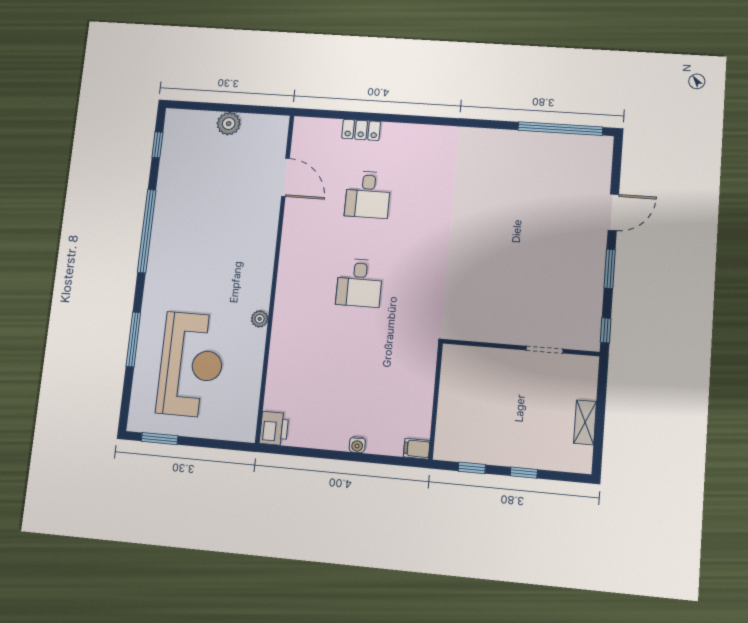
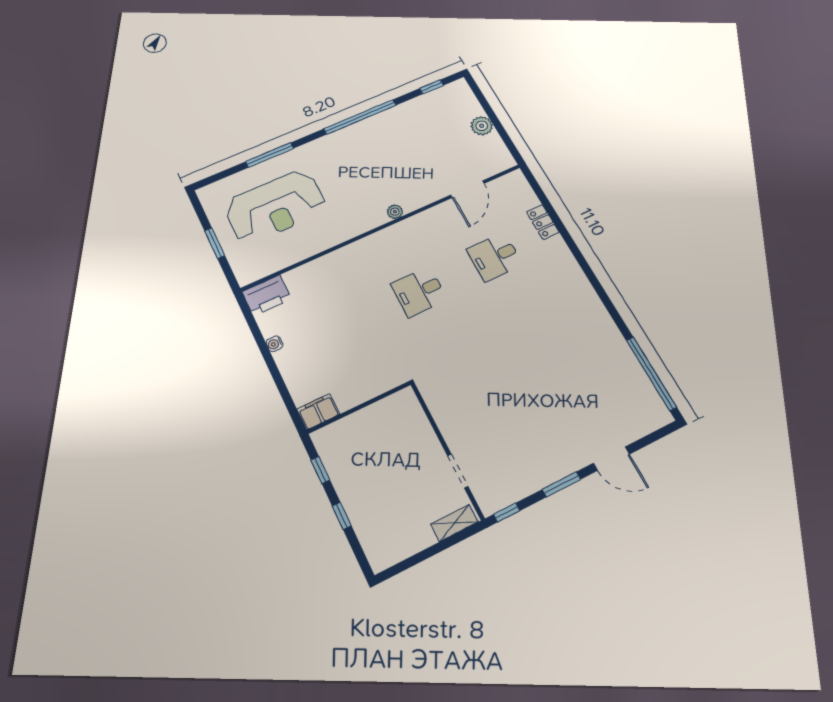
plant: (260, 319) -> (395, 212), moved
shelving: (585, 422) -> (454, 523), moved
printer: (274, 428) -> (267, 295), width x1.37, depth x1.19
window: (160, 439) -> (215, 243), moved
water cooler: (357, 445) -> (274, 344), moved
filing cabinet: (417, 449) -> (318, 412), width x2.00

